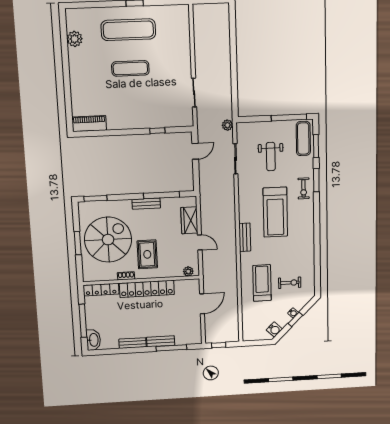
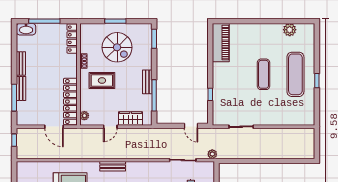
piano: (89, 124) -> (221, 43), width x1.37, depth x1.33
spiral stairs: (108, 240) -> (117, 47), width x0.73, depth x0.73
locker: (147, 289) -> (70, 102), moved

